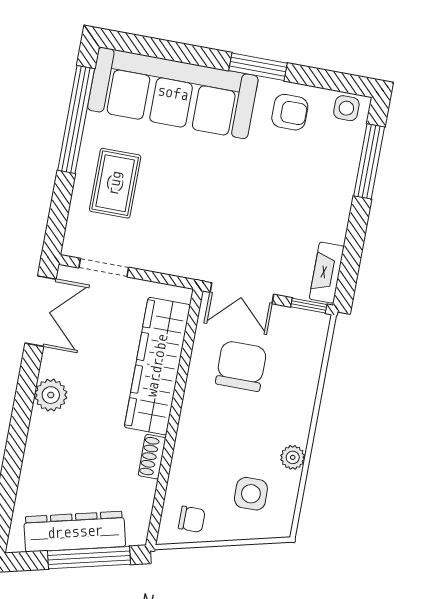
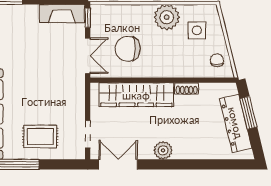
fireplace: (327, 273) -> (62, 14), width x1.37, depth x1.32
plant: (293, 457) -> (167, 17), width x1.88, depth x1.88
window: (89, 558) -> (248, 113), width x0.69

